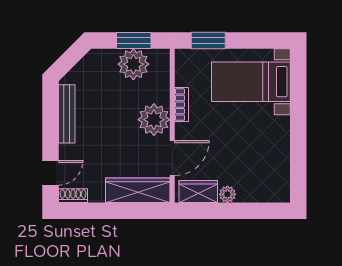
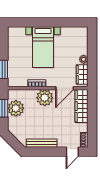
bed with nightstands: (251, 82) -> (43, 47), moved
door: (172, 158) -> (65, 88), swing flipped
door: (50, 173) -> (72, 152), swing flipped

